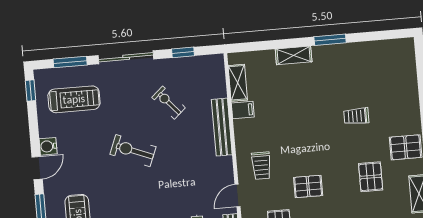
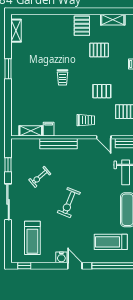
shelving: (294, 55) -> (16, 31), moved
window: (70, 62) -> (8, 238), removed
treadmill: (74, 99) -> (32, 238), turned 180
trolley: (356, 116) -> (62, 77), moved
pallet: (308, 186) -> (102, 91), turned 90

